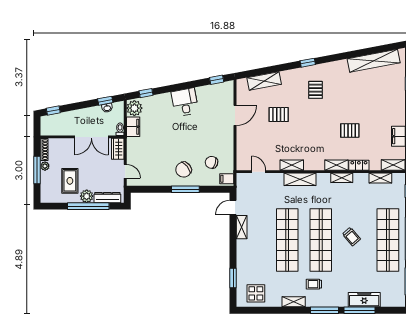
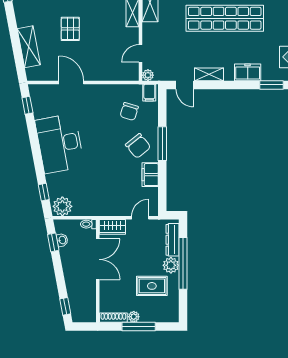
desk: (185, 102) -> (60, 143), width x1.87, depth x1.30
filing cabinet: (133, 127) -> (150, 175), moved, turned -90
plant: (241, 178) -> (148, 75), added
freezer: (243, 259) -> (248, 72), added

